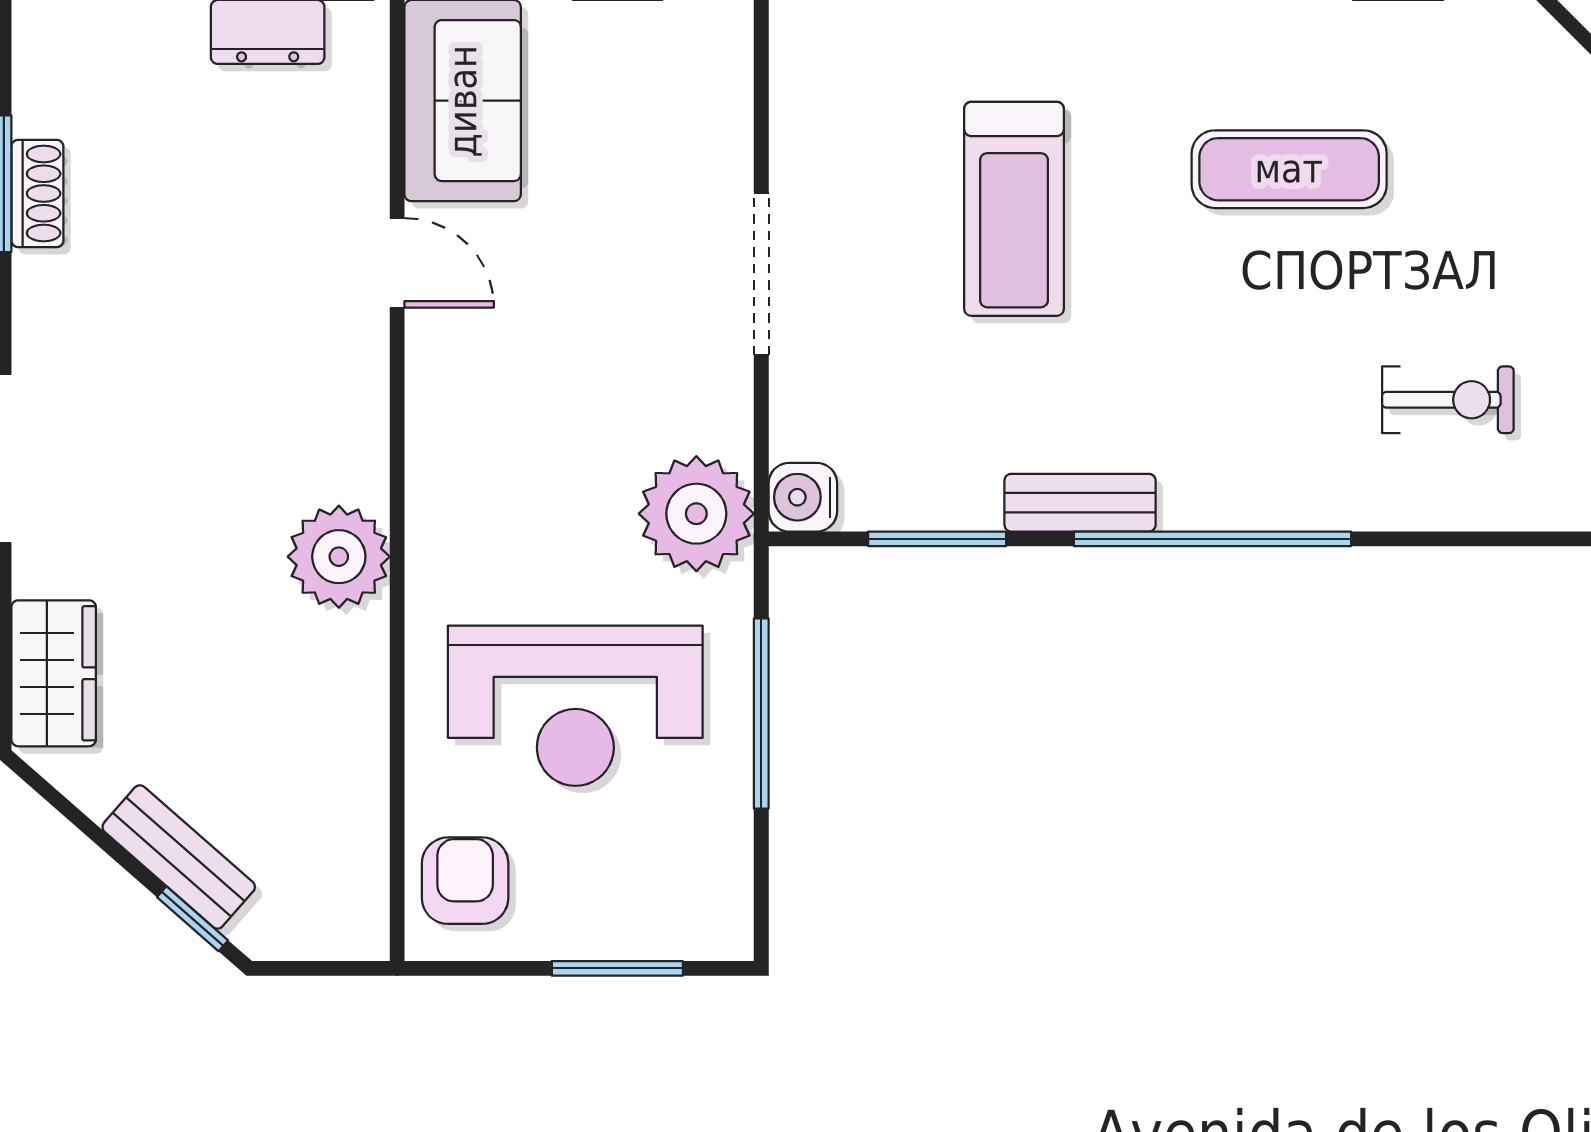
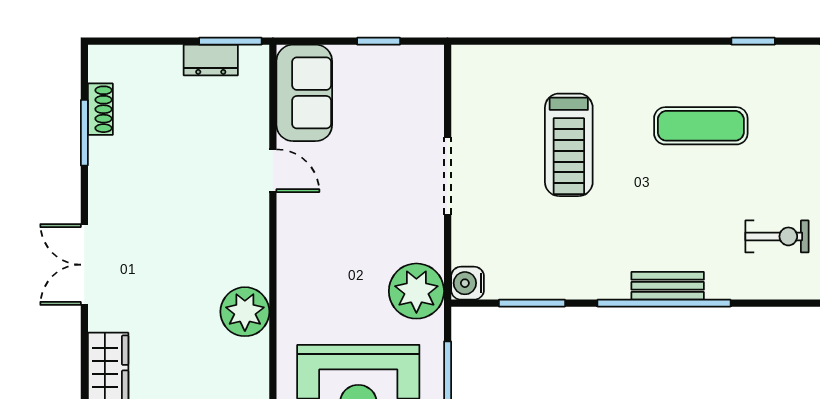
shoe rack: (37, 194) -> (100, 109), moved
bench: (1080, 503) -> (668, 286), moved

